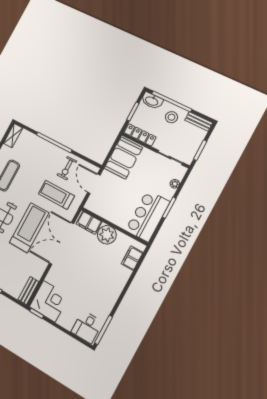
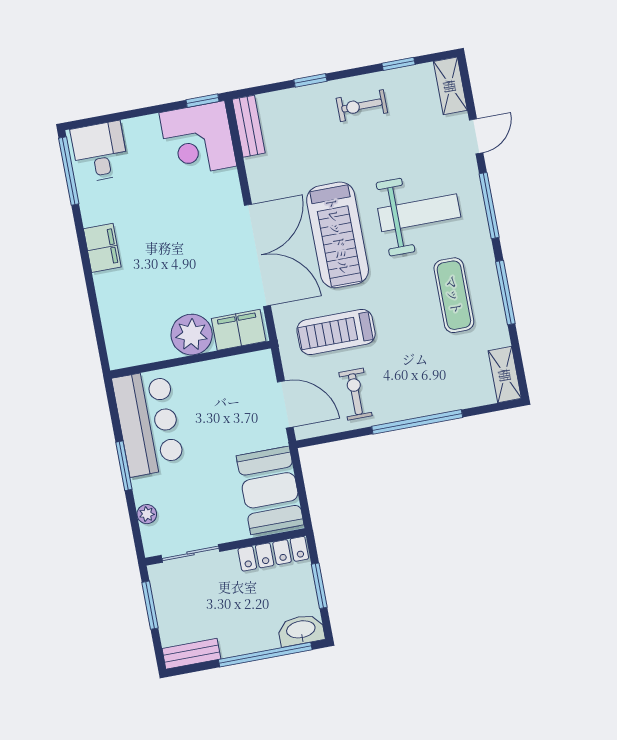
stool: (171, 117) -> (244, 626), removed
treadmill: (56, 195) -> (336, 332), turned 180
filing cabinet: (132, 258) -> (102, 248), moved

